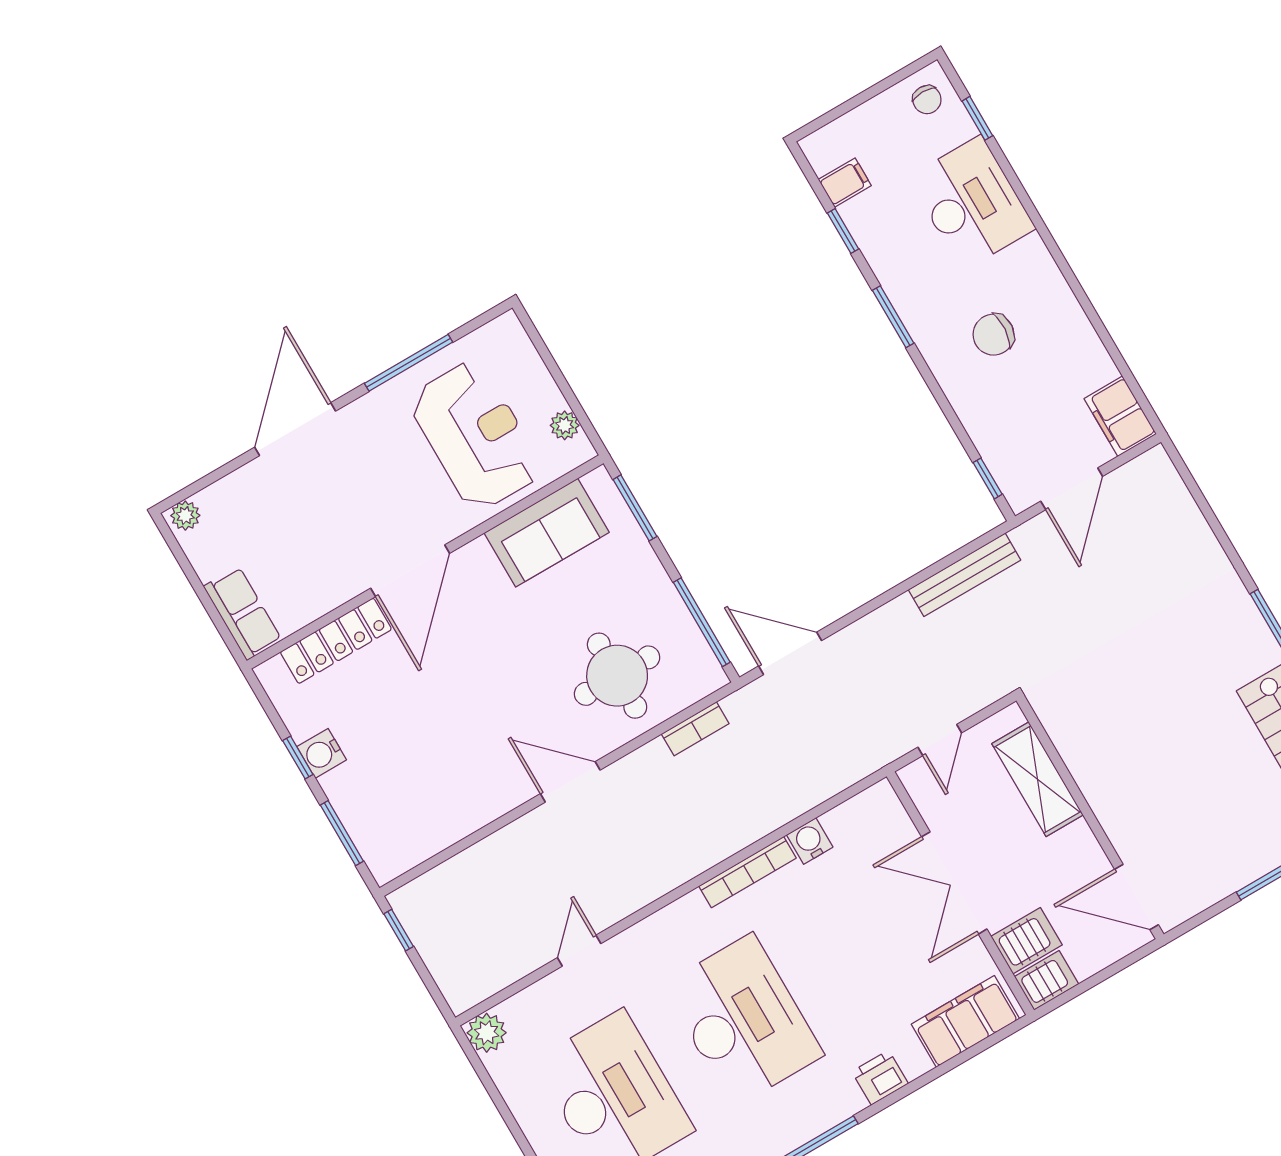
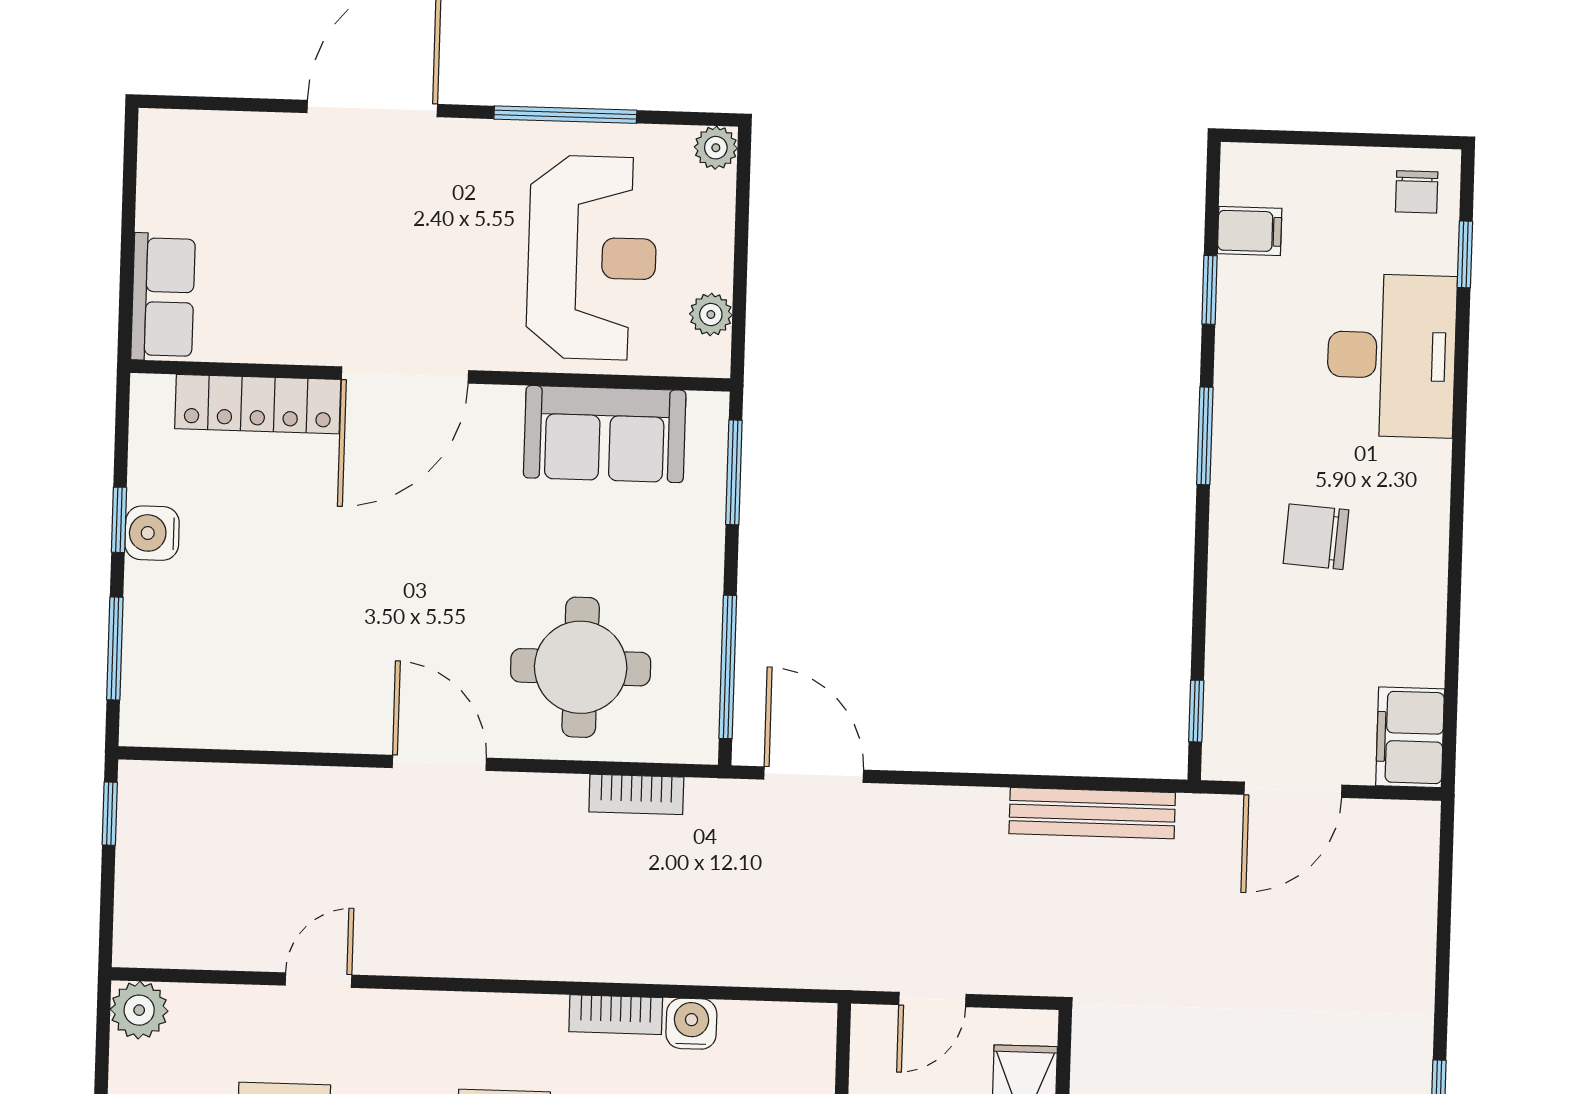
plant: (185, 516) -> (716, 148), moved
bookcase: (748, 872) -> (616, 1015), width x0.64

